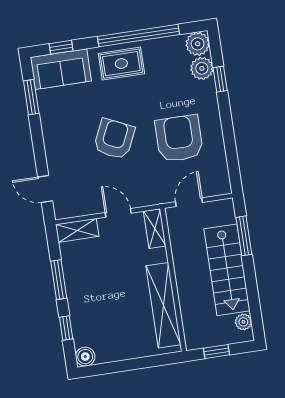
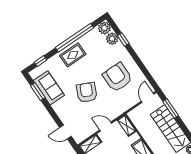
sofa: (61, 69) -> (49, 88), moved, turned -90
door: (189, 202) -> (148, 98), moved

